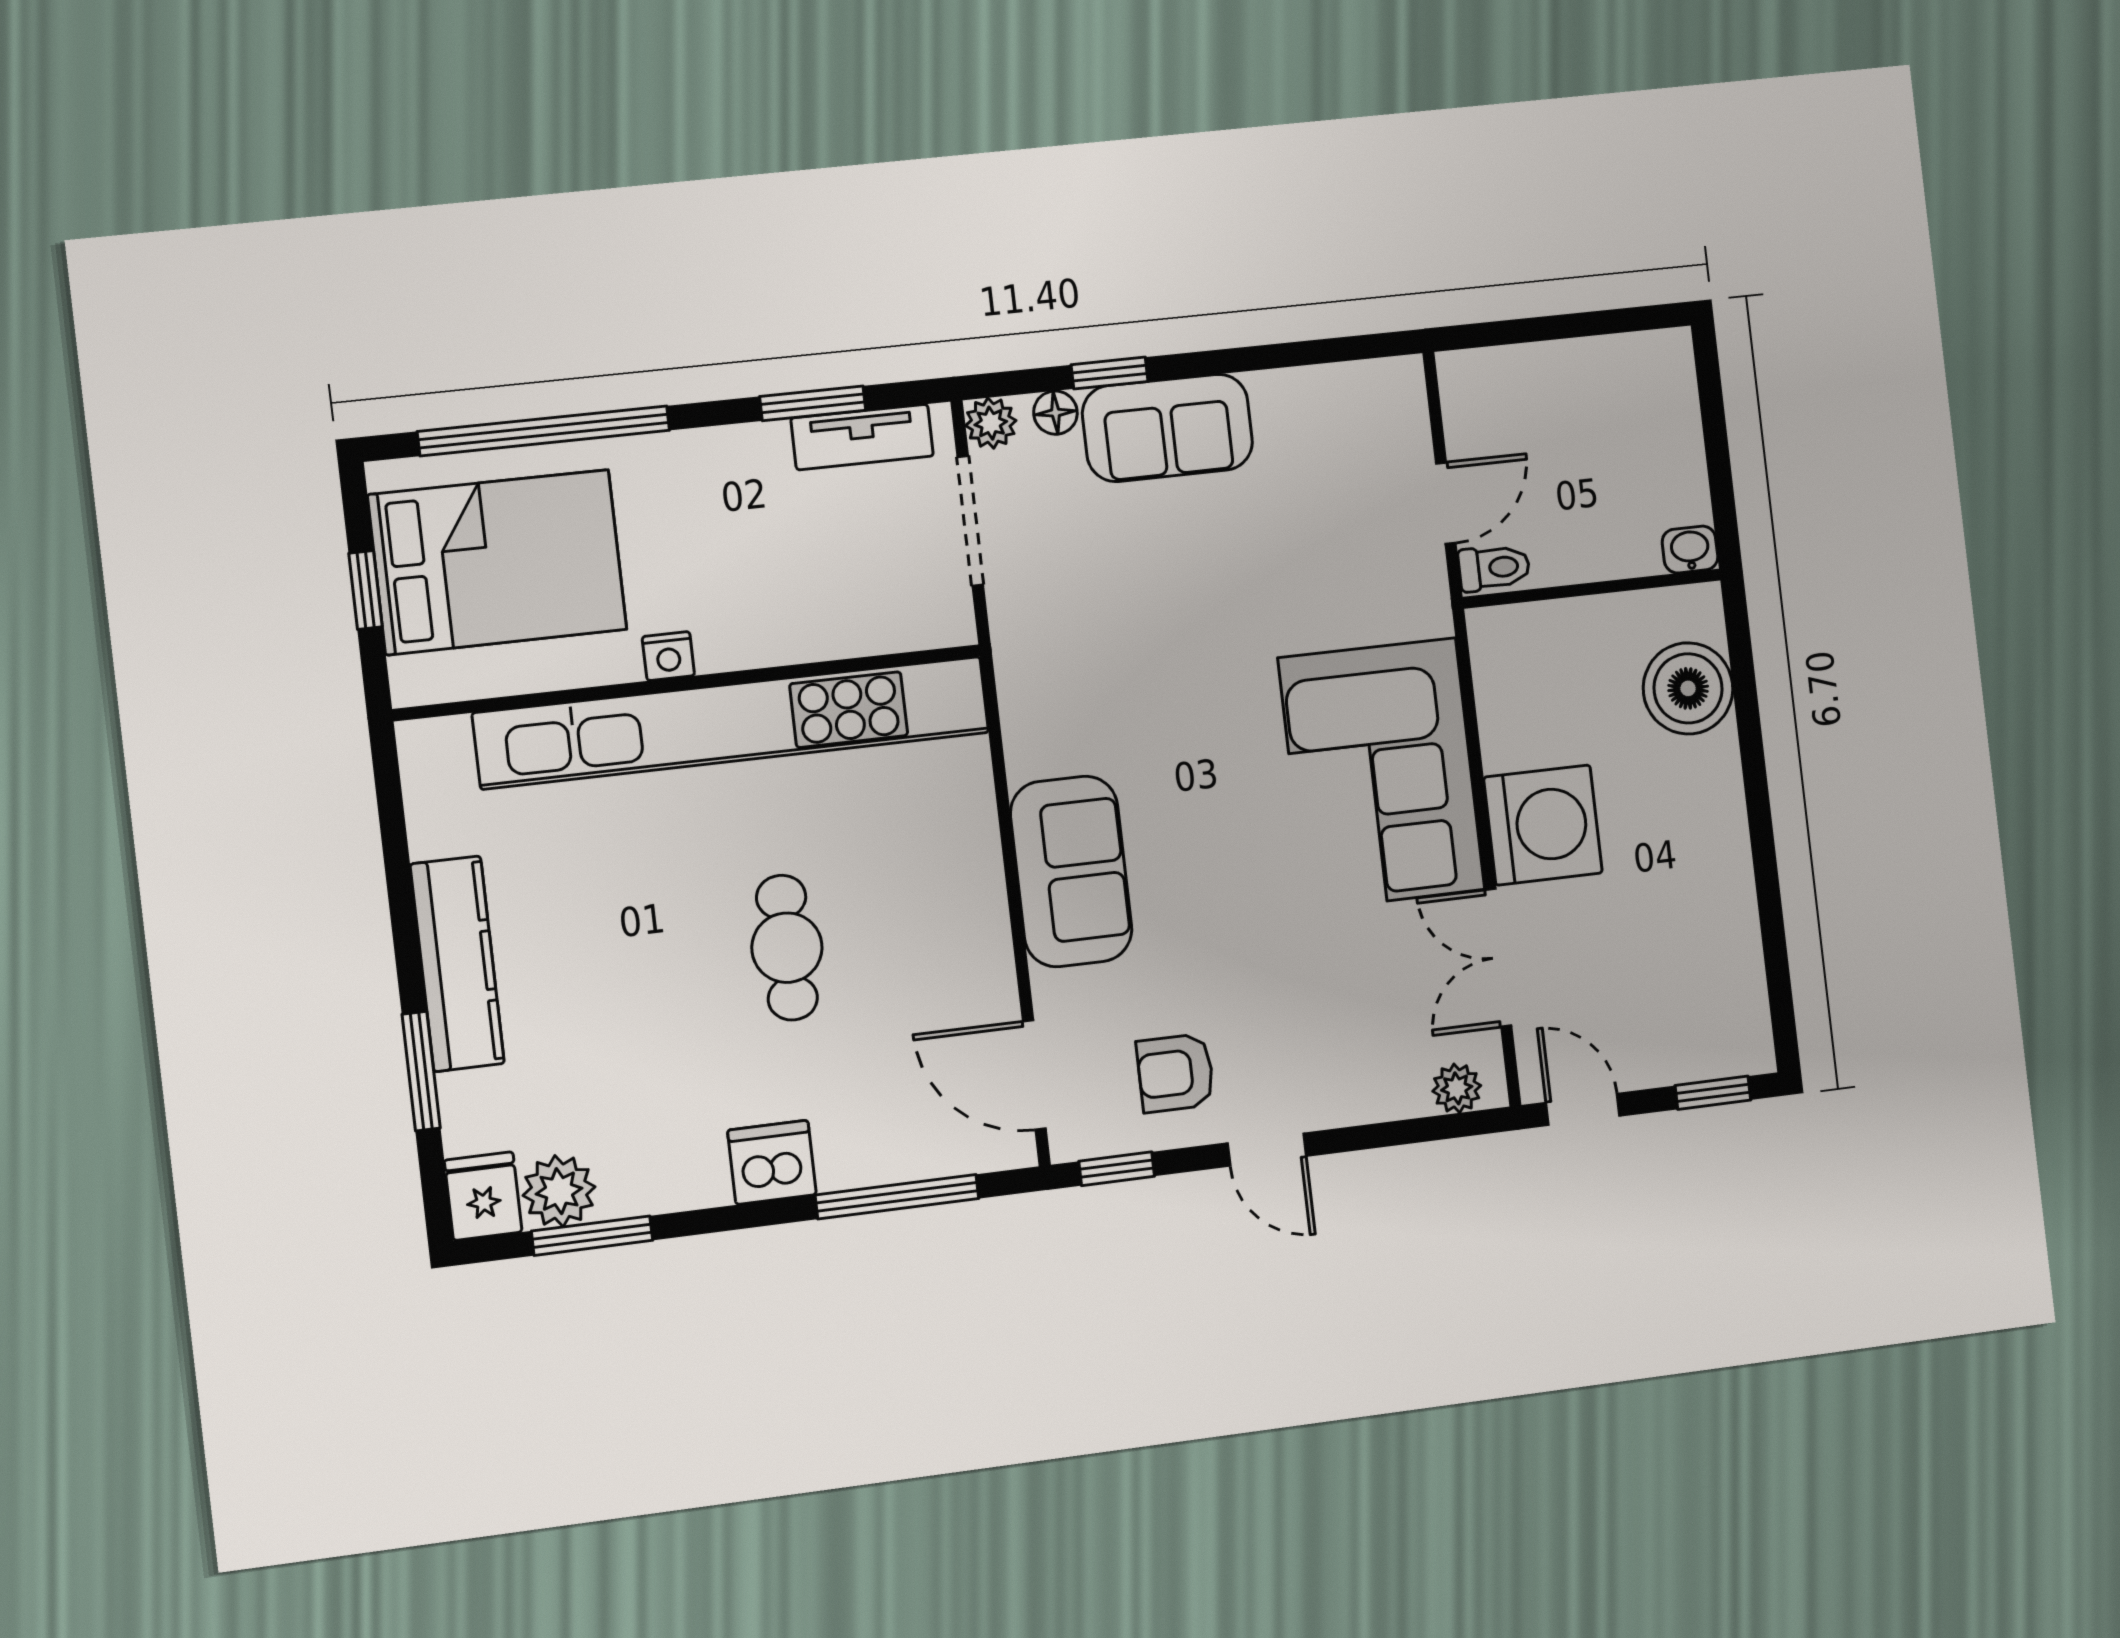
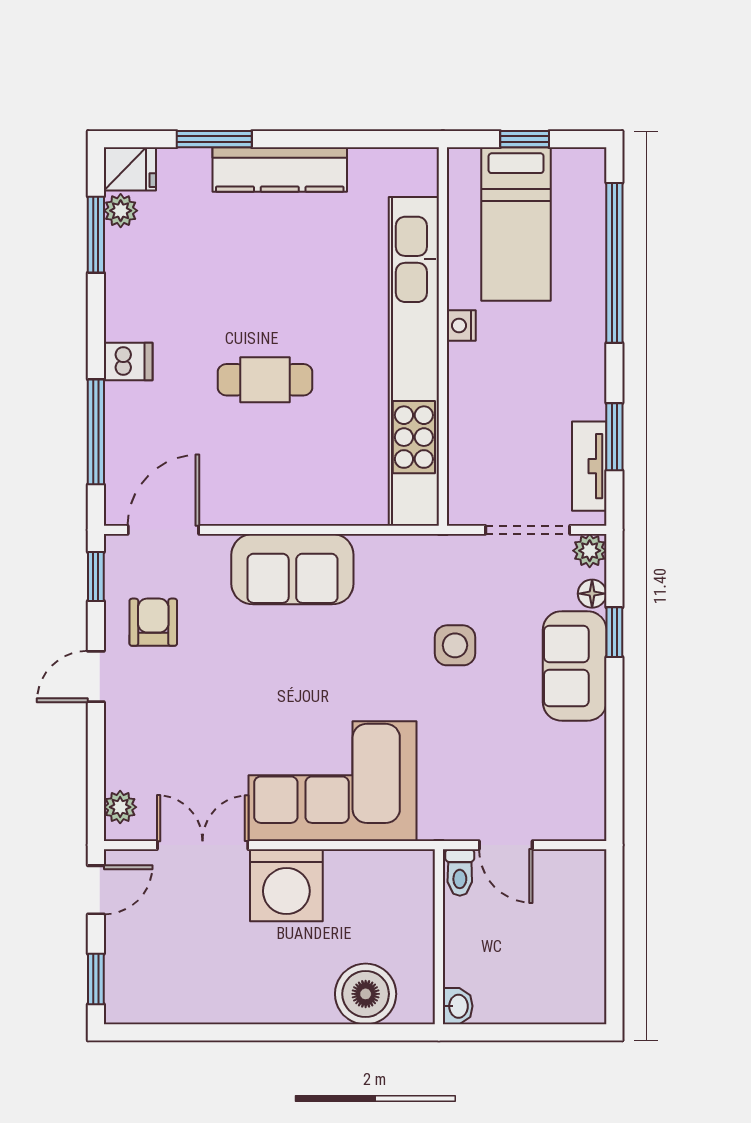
bed: (497, 562) -> (516, 224), width x0.67
side table: (1157, 612) -> (455, 645), added
dishwasher: (772, 1162) -> (128, 361), width x0.73
plant: (559, 1191) -> (121, 211), width x0.73, depth x0.73

